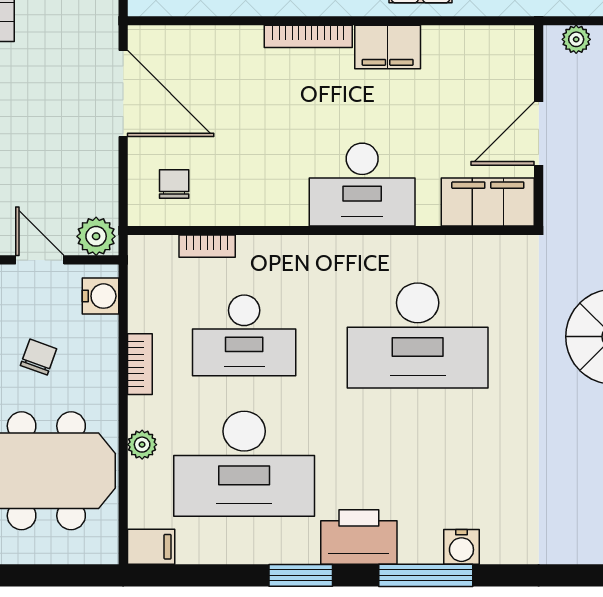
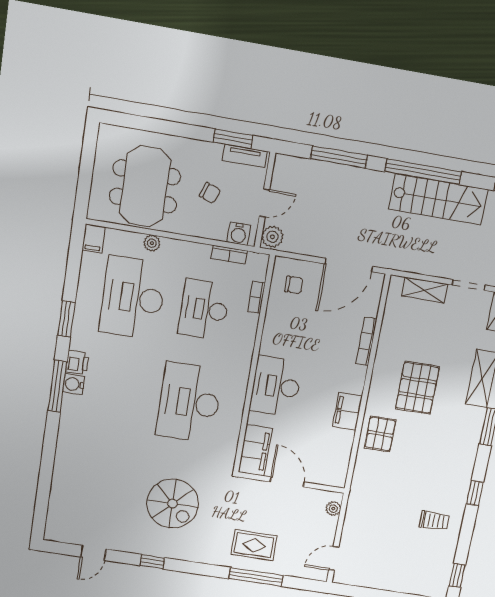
bookcase: (308, 36) -> (366, 341), moved
bookcase: (140, 364) -> (229, 255), moved
printer: (359, 537) -> (77, 362), width x0.53, depth x0.68
water cooler: (461, 547) -> (74, 384), moved

